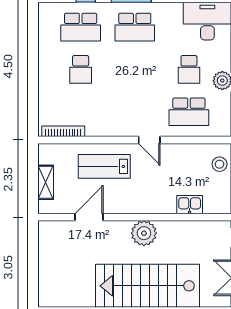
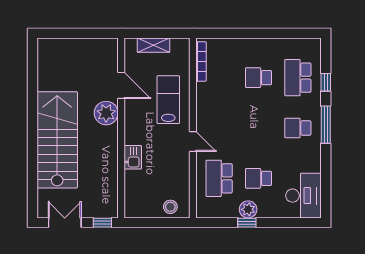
school desk: (135, 27) -> (298, 128), width x0.54
door: (149, 140) -> (193, 142), swing flipped
kitchen sink: (190, 205) -> (133, 157), moved
plant: (144, 233) -> (106, 113), moved

